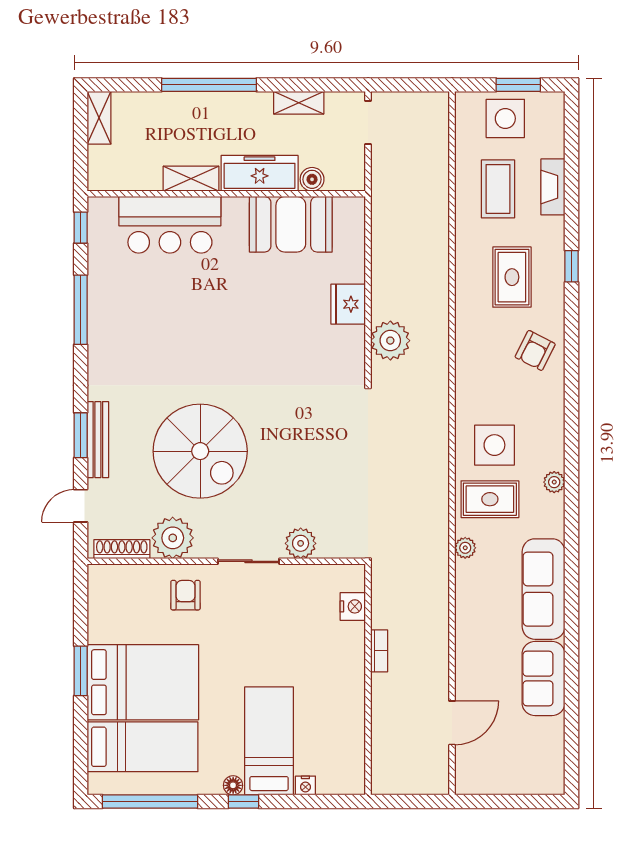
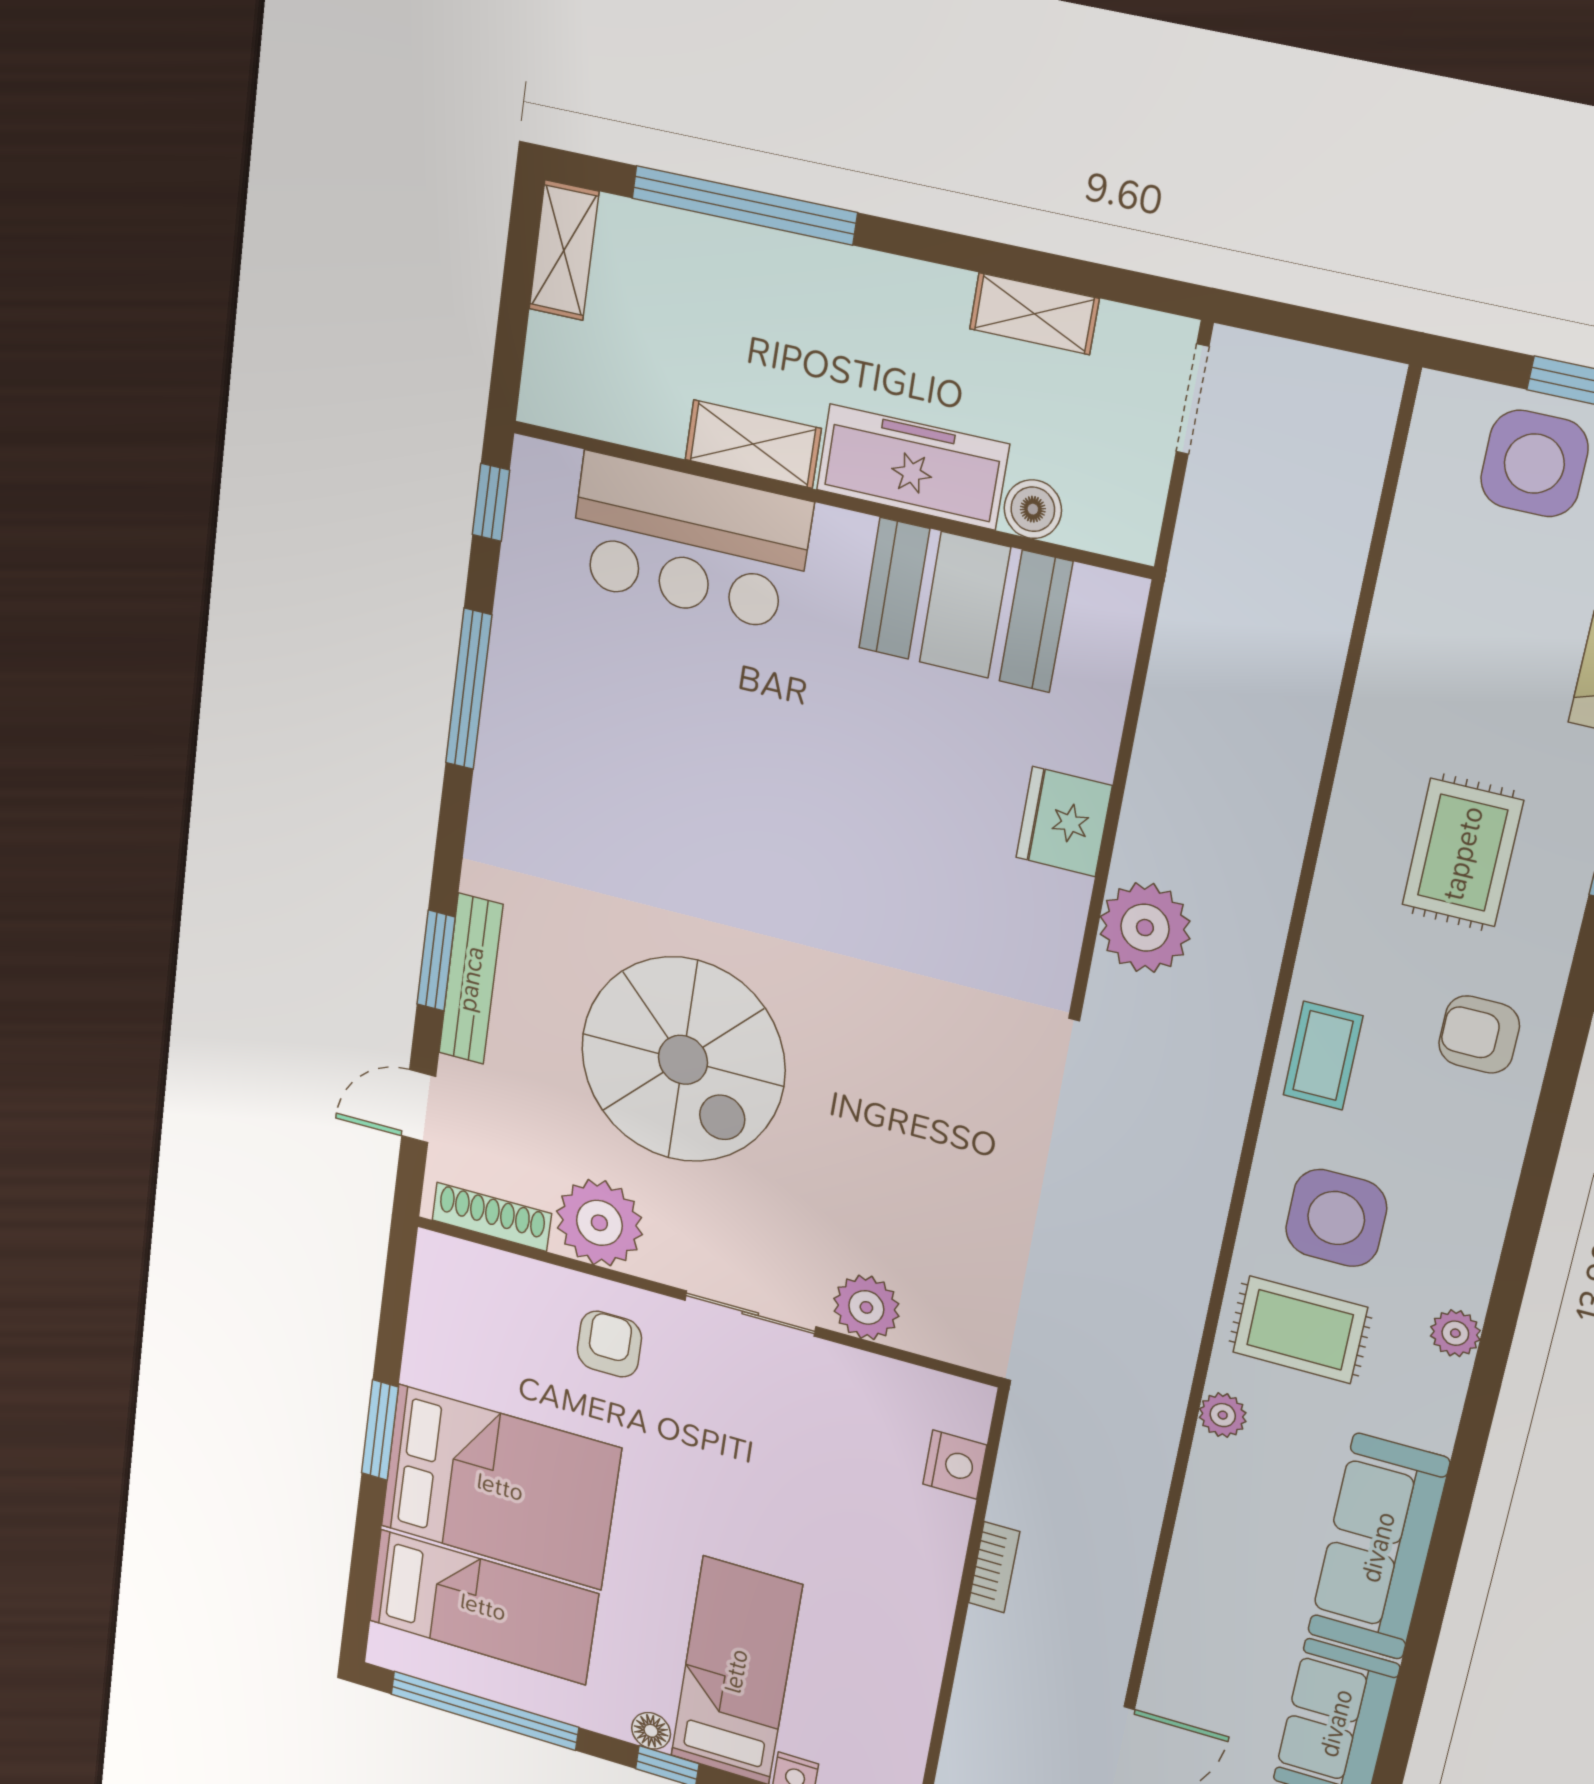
window: (209, 85) -> (744, 205), moved
coffee table: (498, 189) -> (1323, 1056), moved, width x0.73, depth x0.77
armchair: (535, 350) -> (1479, 1034), turned 63

